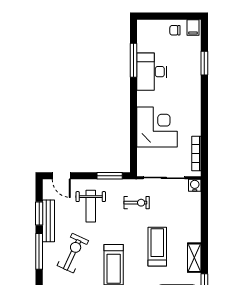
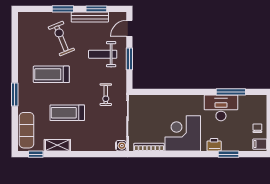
printer: (194, 79) -> (214, 145), added
corner desk: (157, 127) -> (183, 133), moved, turned 180
window: (110, 176) -> (129, 59), moved
treadmill: (157, 247) -> (67, 113), turned 180
window: (39, 251) -> (63, 9), width x0.69
exercise bike: (73, 253) -> (61, 38), turned -137

